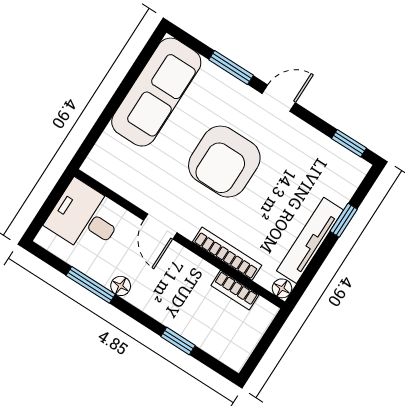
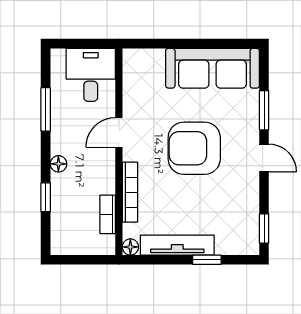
floor lamp: (121, 286) -> (58, 164), moved

